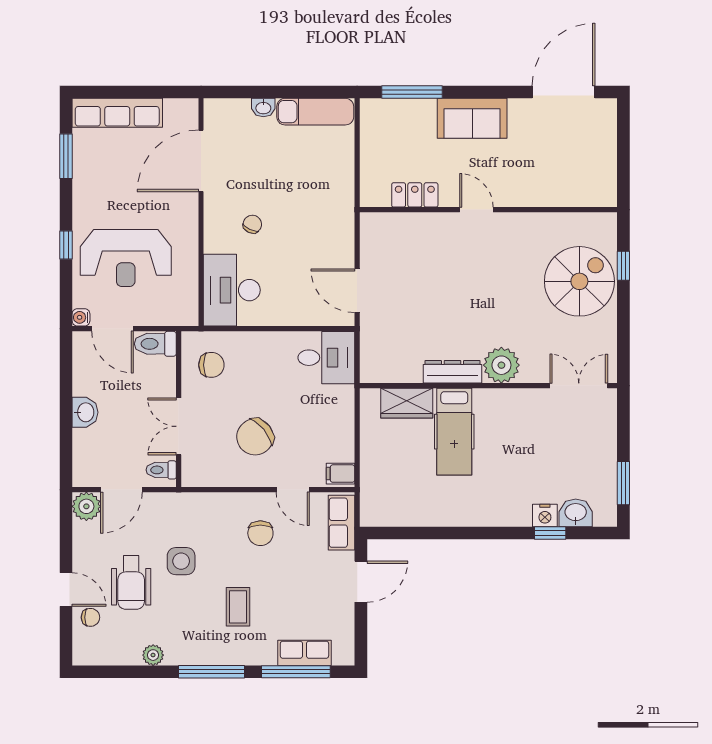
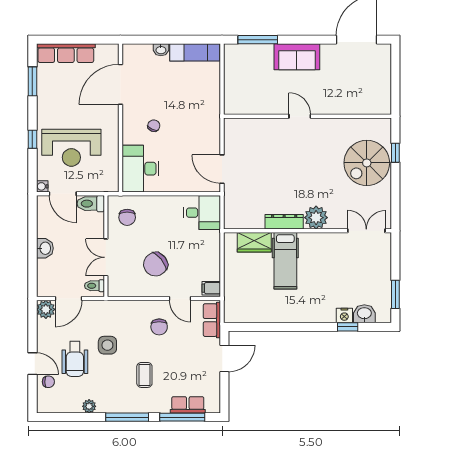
locker: (415, 195) -> (260, 107), removed
spiral stairs: (579, 281) -> (367, 163), turned 180
chair: (211, 365) -> (127, 217), turned 90

